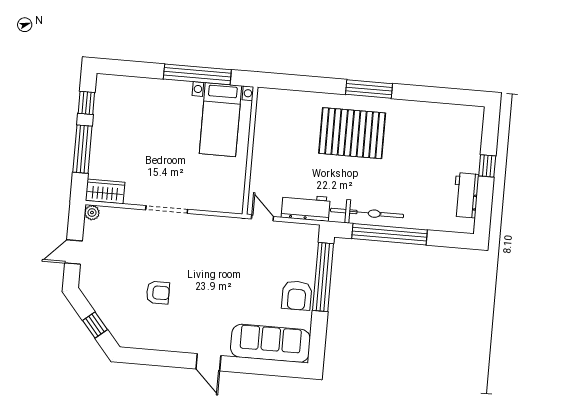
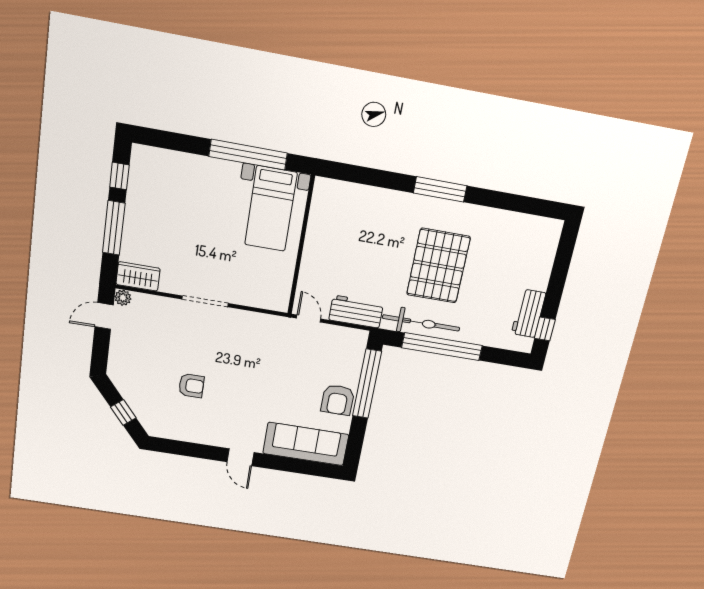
pallet: (352, 133) -> (438, 266), moved, turned 90
window: (487, 166) -> (545, 329), moved
door: (74, 252) -> (104, 316), moved

